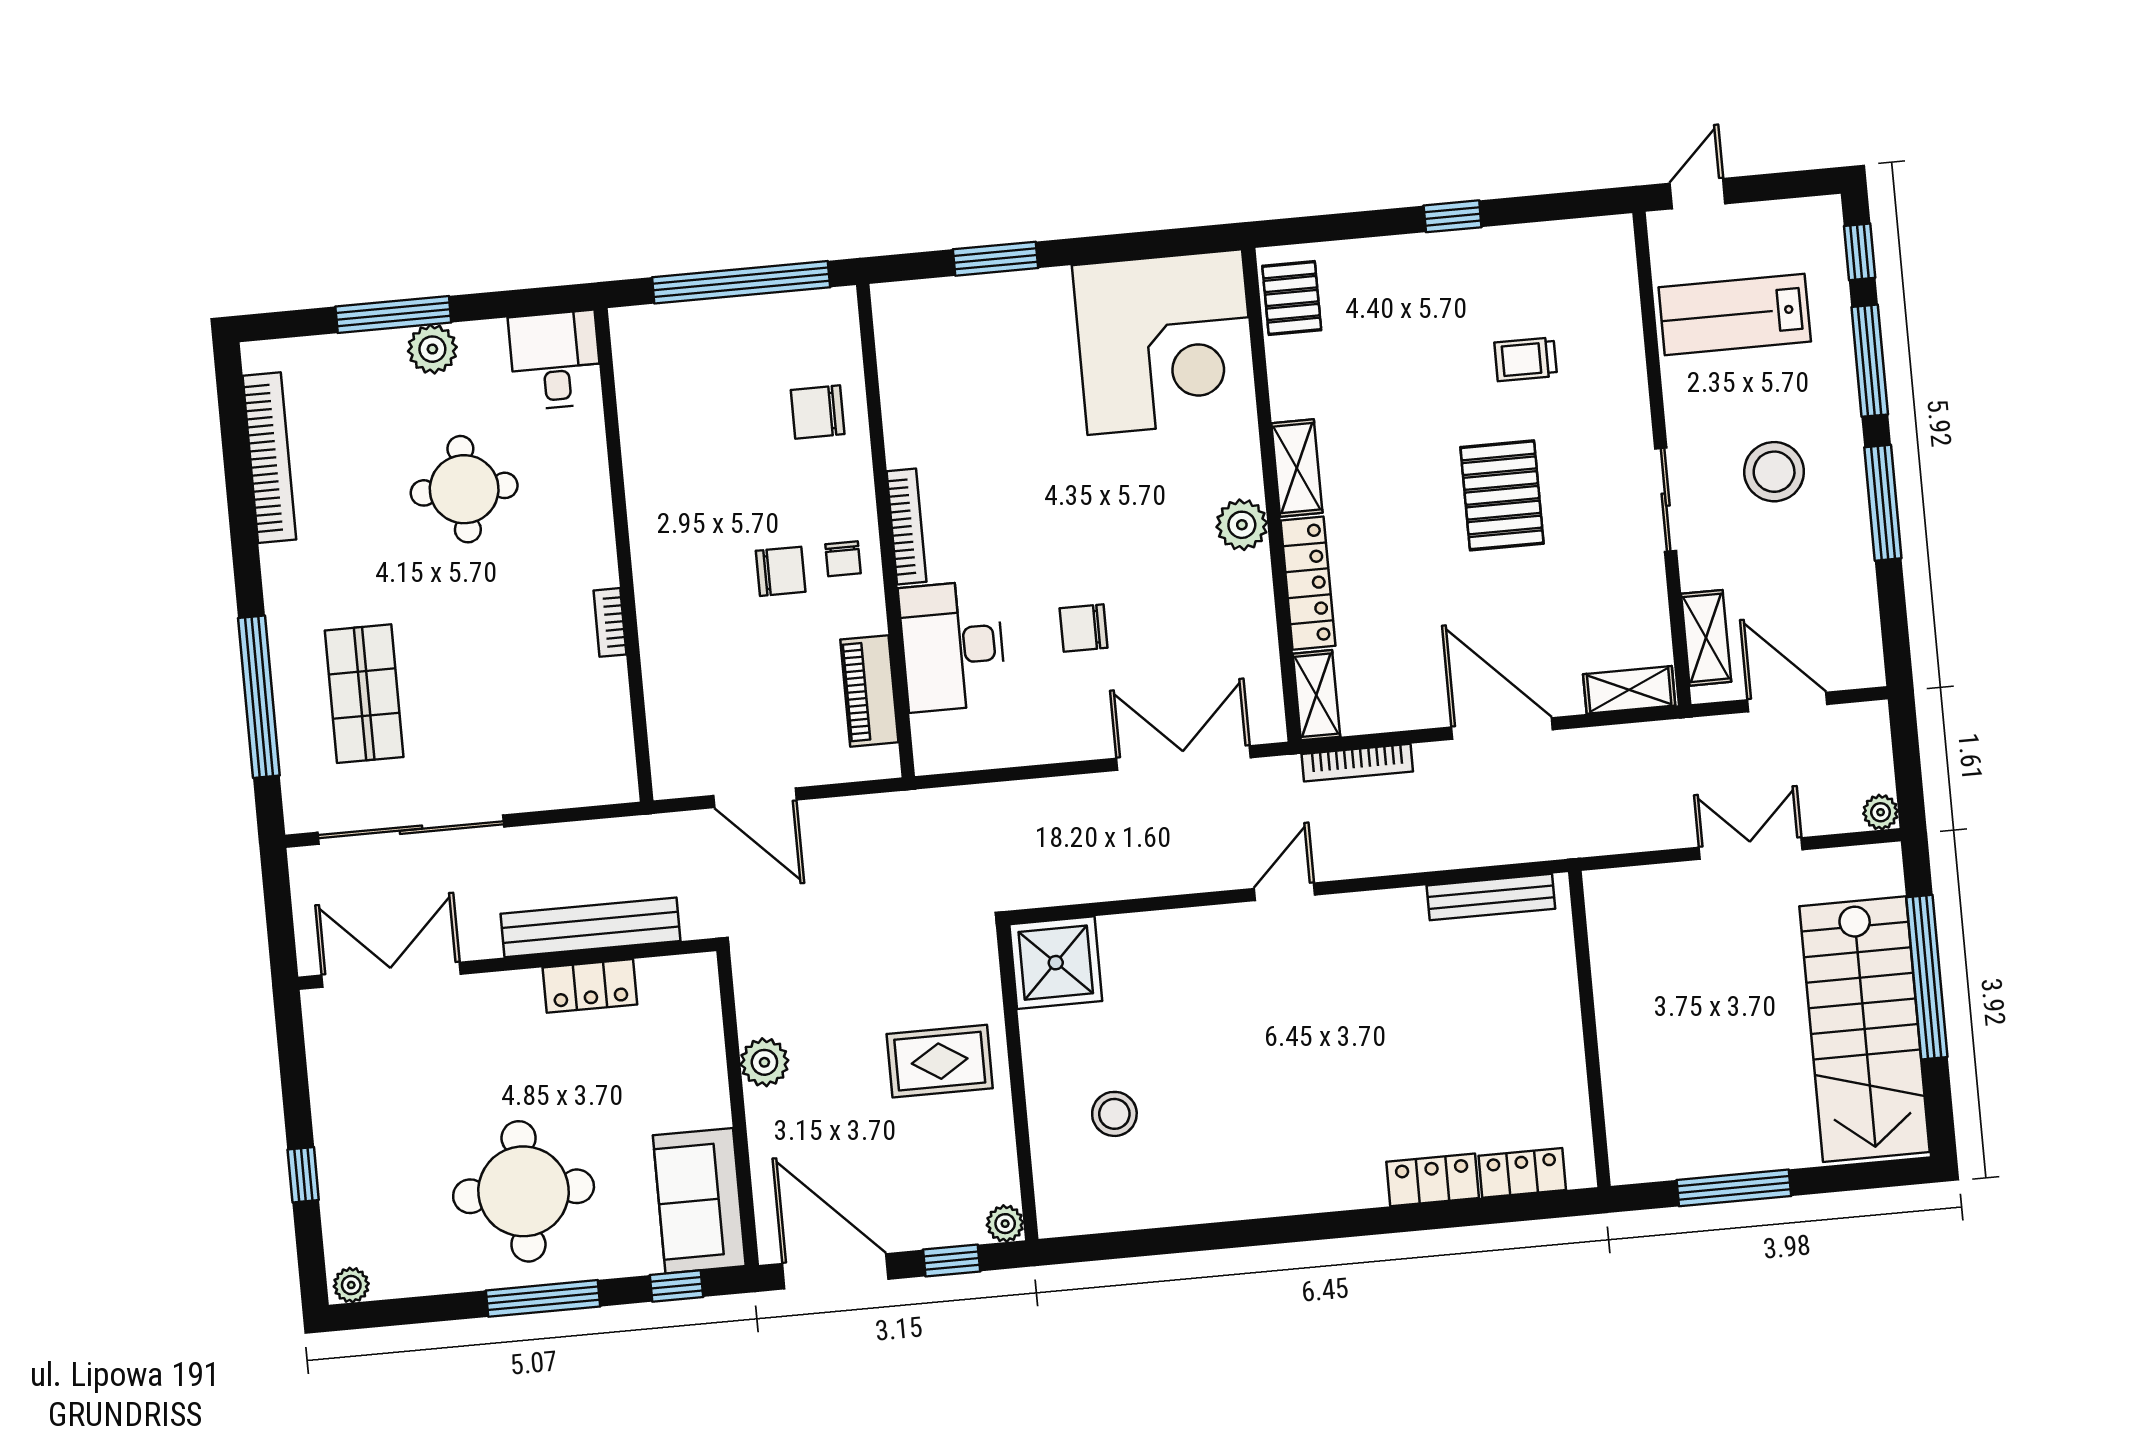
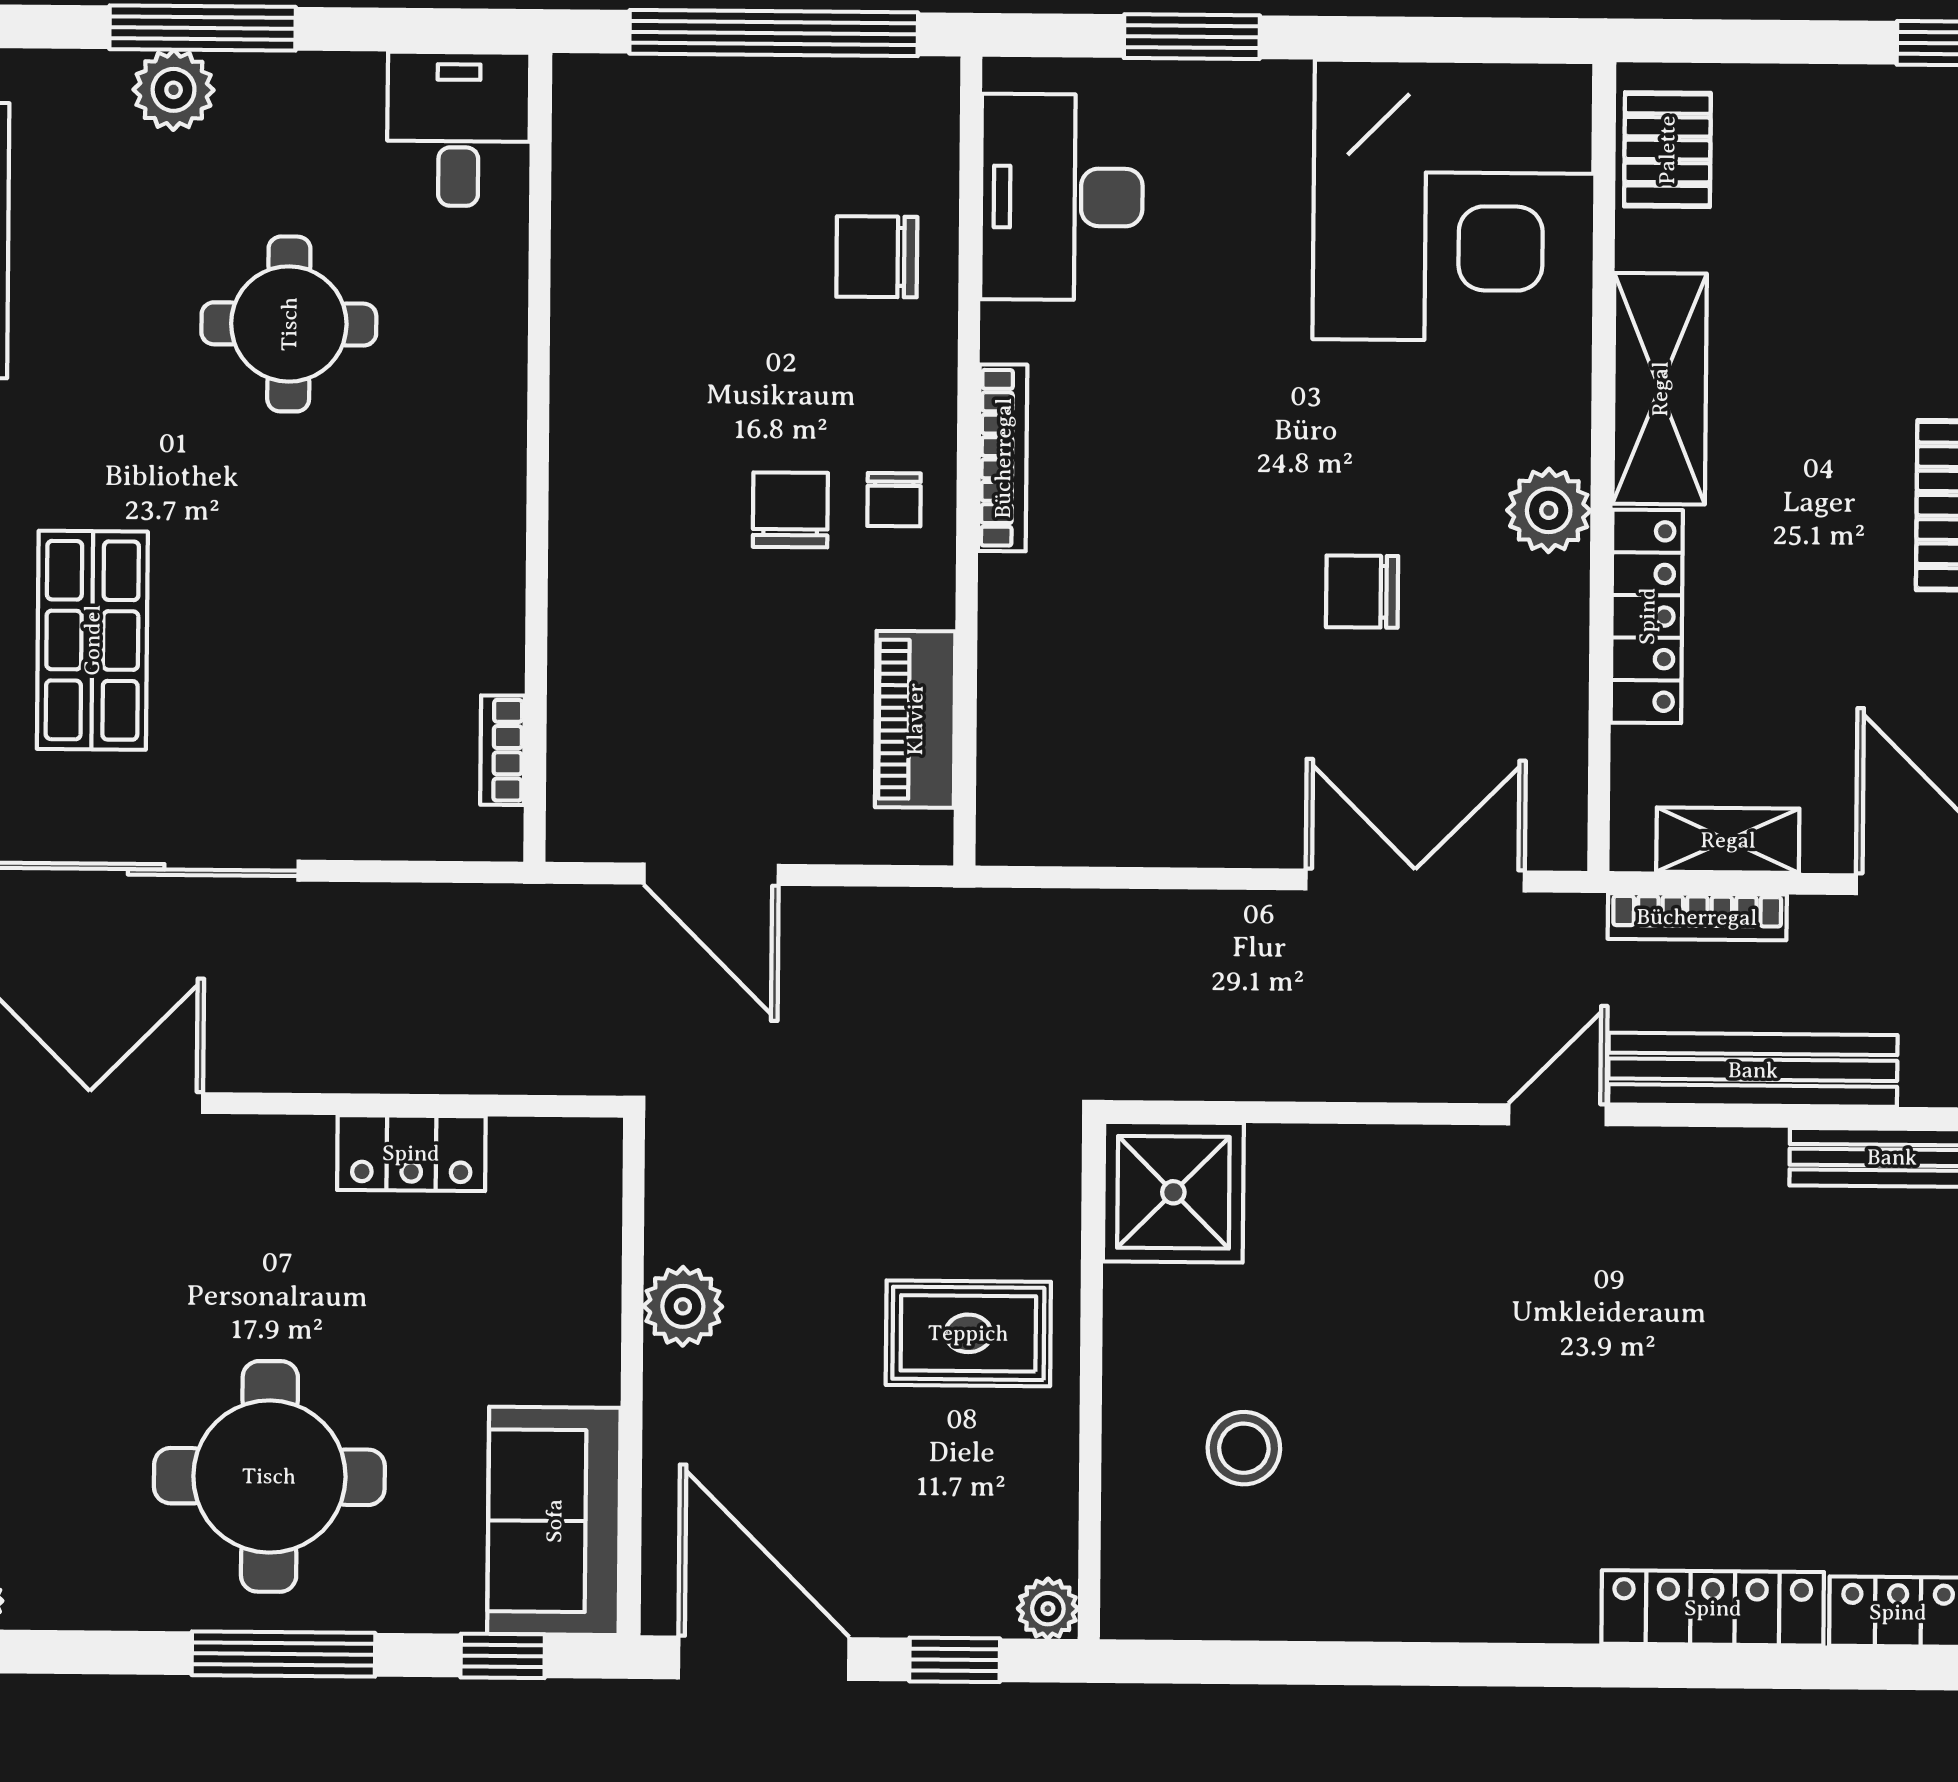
plant: (432, 349) -> (174, 90), moved
shelving: (1297, 468) -> (1660, 389), width x1.50, depth x1.33
chair: (781, 571) -> (790, 510), turned -90
bookcase: (610, 622) -> (502, 750), moved
chair: (1084, 628) -> (1362, 592), moved
desk: (952, 646) -> (1062, 197), moved
shelving: (1316, 695) -> (1728, 840), moved, turned 90
bench: (590, 927) -> (1753, 1070), moved
locker: (1433, 1180) -> (1713, 1608), width x1.53

